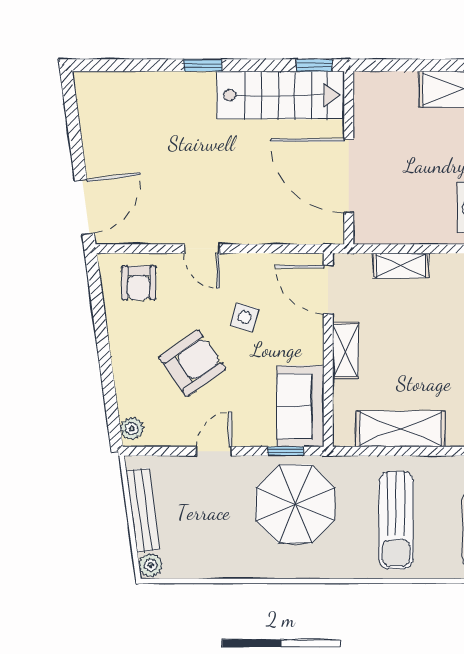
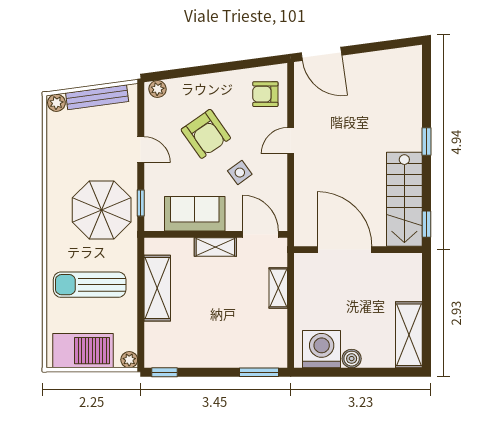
door: (349, 176) -> (345, 250), hinge flipped
door: (328, 289) -> (261, 234), hinge flipped
side table: (245, 317) -> (240, 173), turned 38
sofa: (300, 406) -> (195, 214), moved

